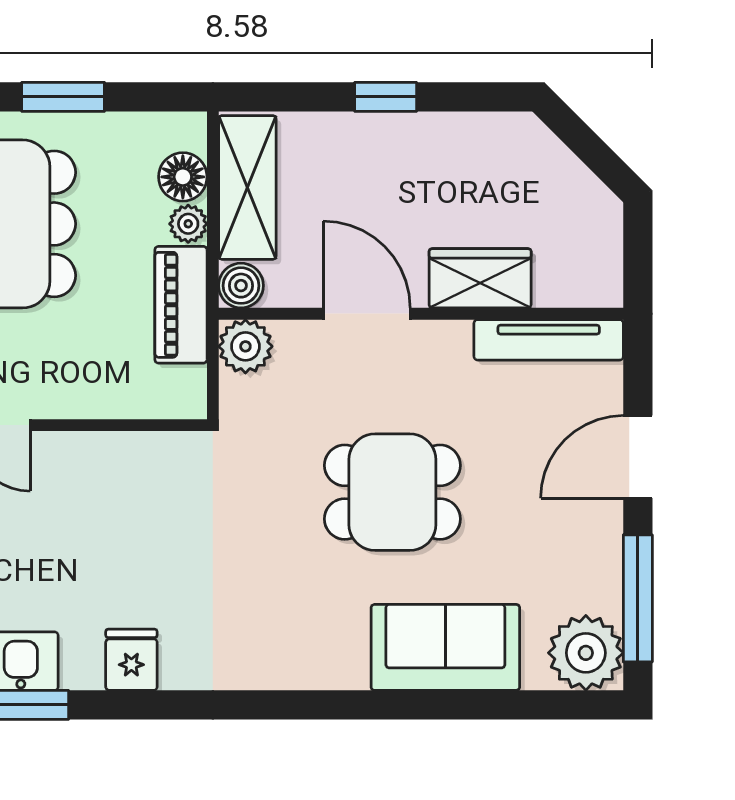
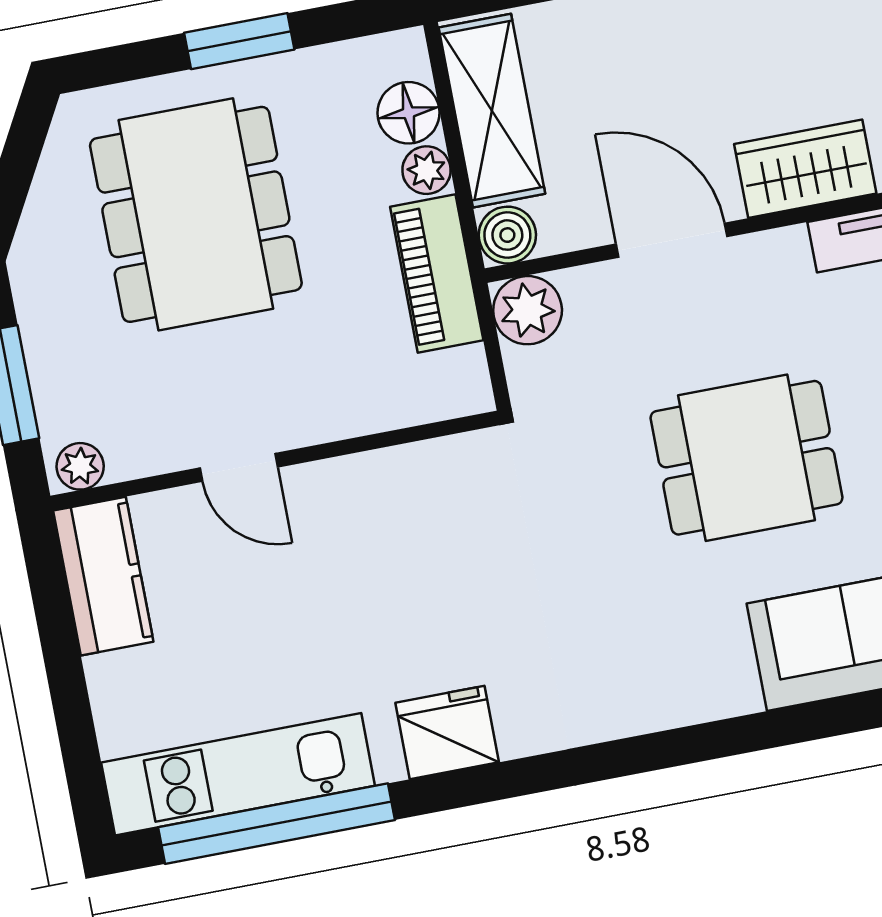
fridge: (131, 660) -> (447, 732), width x1.38

